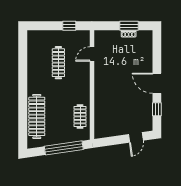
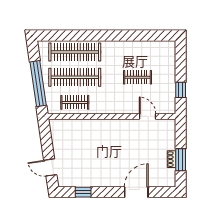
clothes rail: (58, 63) -> (137, 77), width x0.73
door: (157, 83) -> (136, 192), moved
clothes rail: (58, 116) -> (75, 77), added

